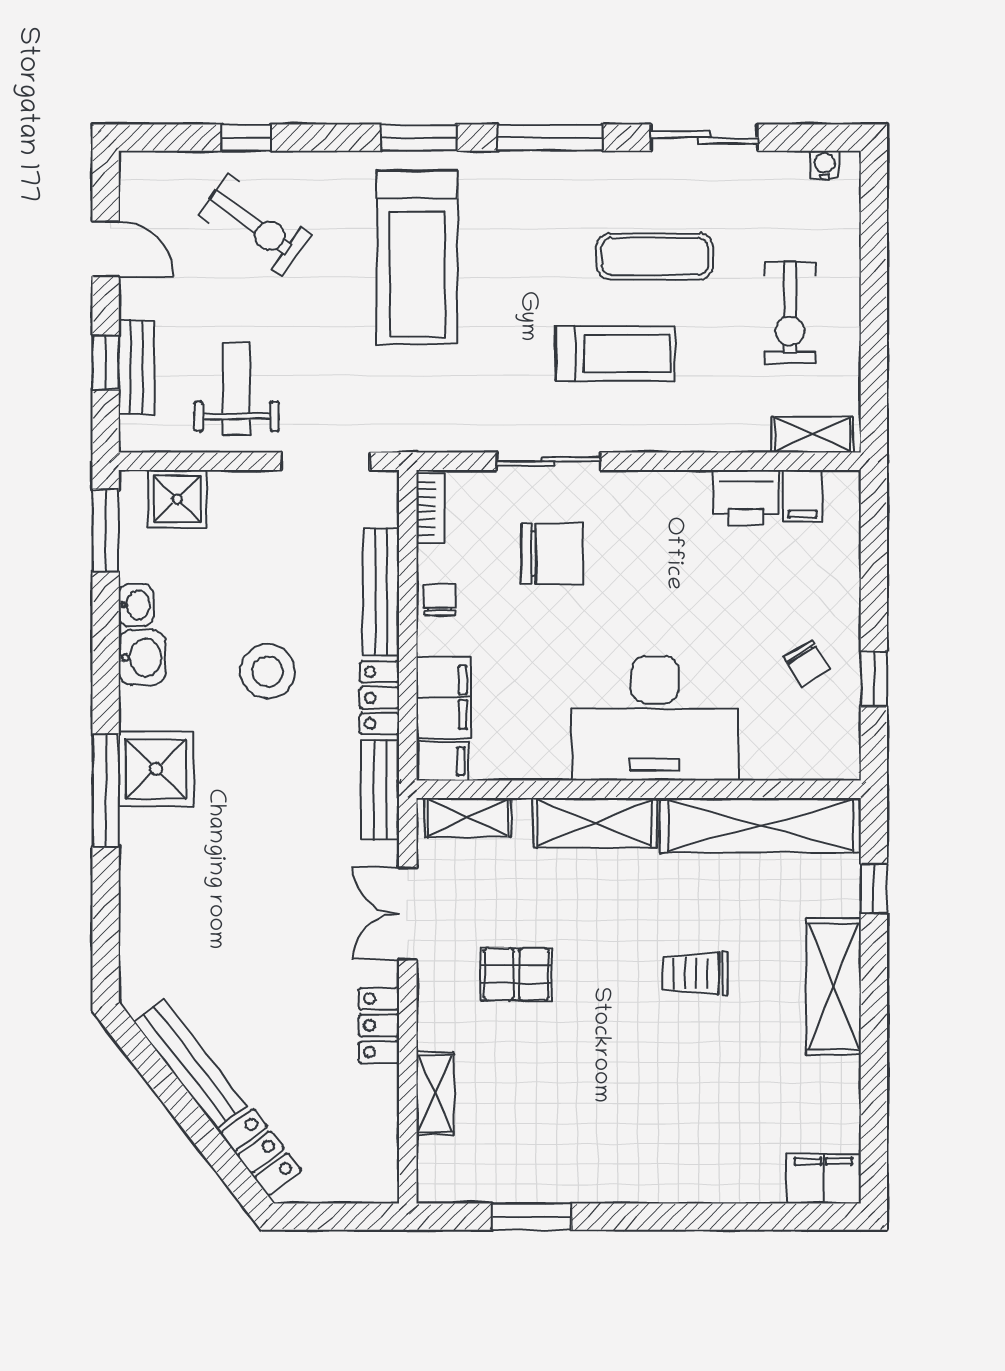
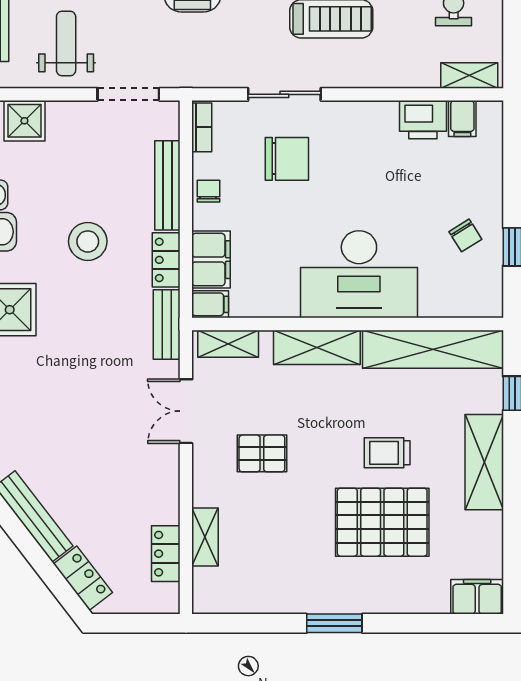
locker: (379, 1025) -> (166, 554), moved
pallet: (688, 1072) -> (382, 522), added
window: (532, 1217) -> (334, 623), moved

